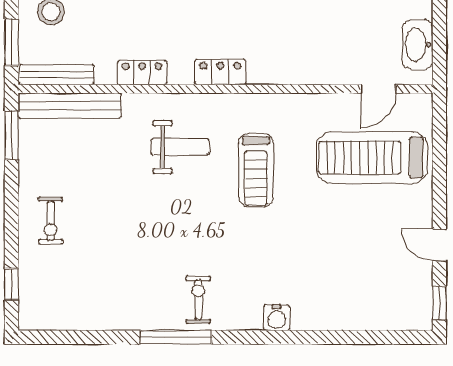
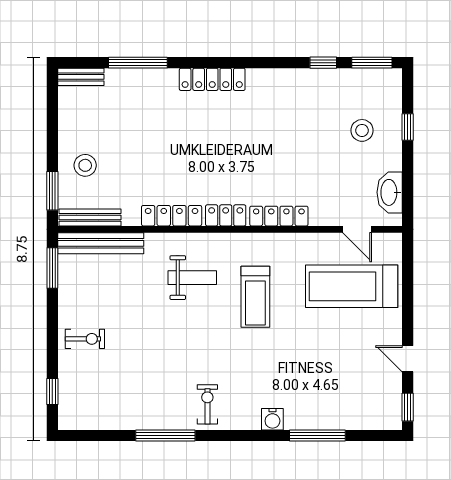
locker: (142, 73) -> (172, 216), width x1.53
locker: (284, 73) -> (279, 216), added
door: (378, 89) -> (357, 229), hinge flipped
exercise bike: (51, 221) -> (85, 339), turned -90
window: (176, 337) -> (165, 435), moved
window: (331, 337) -> (317, 435), added

